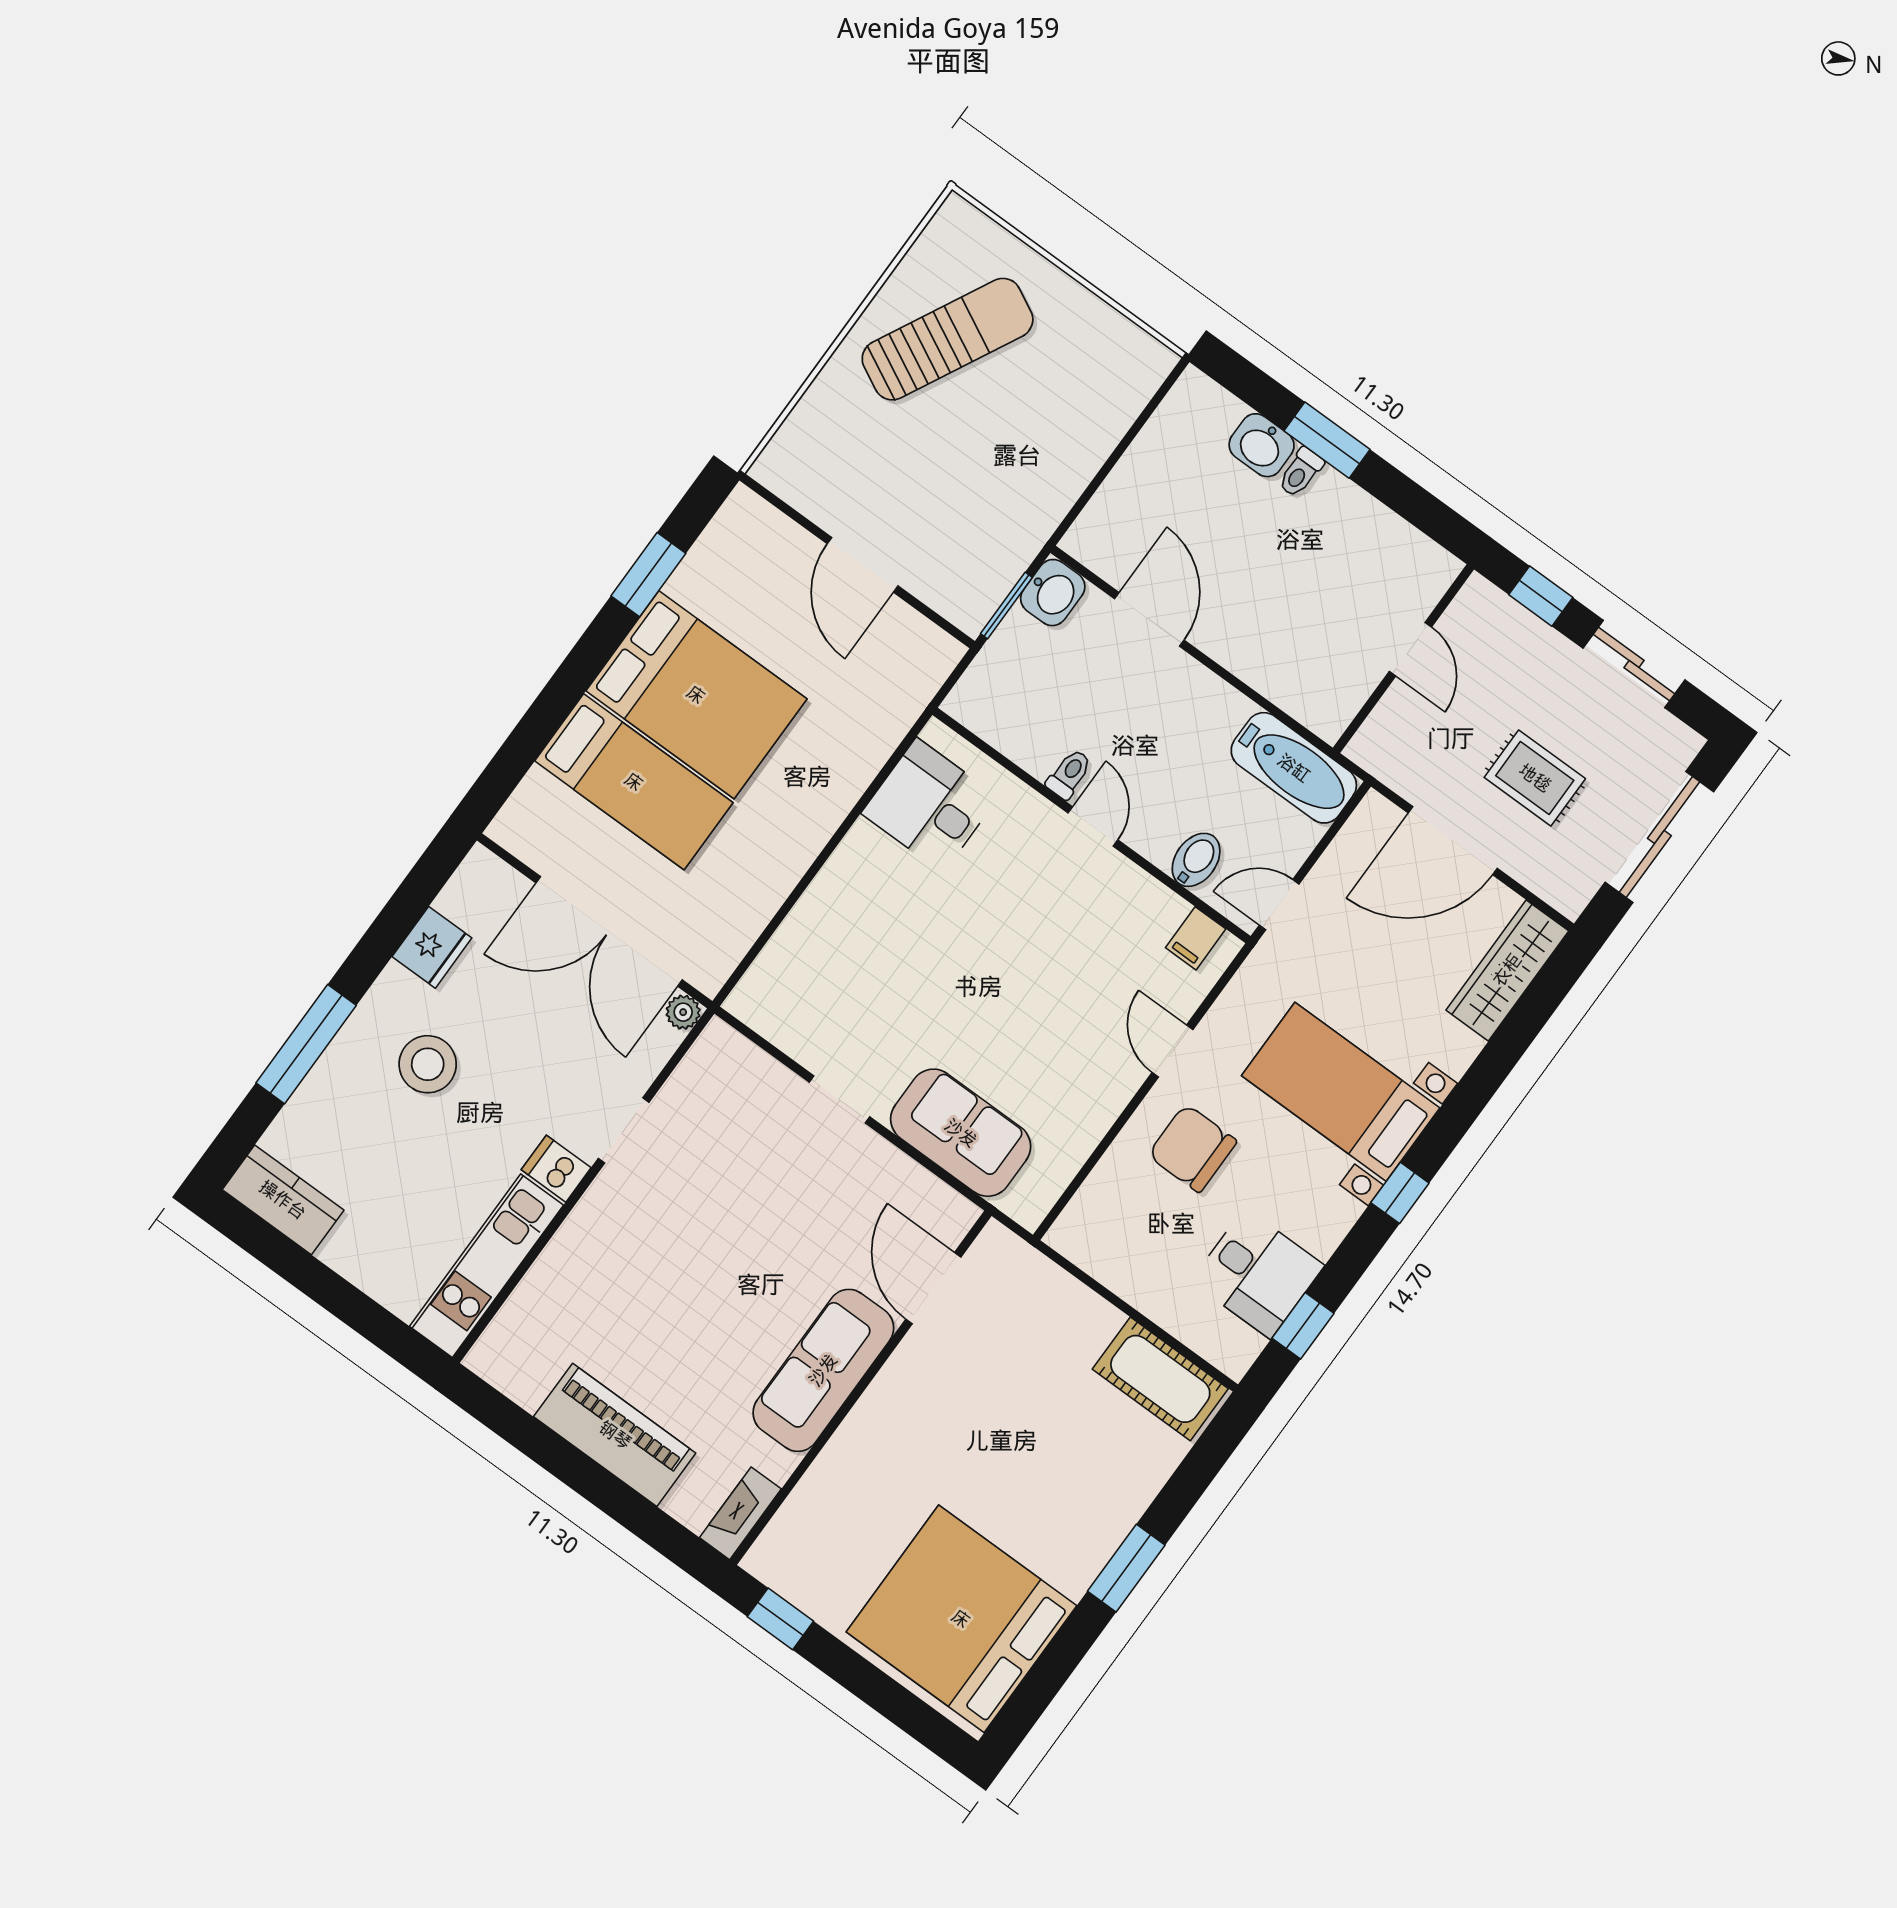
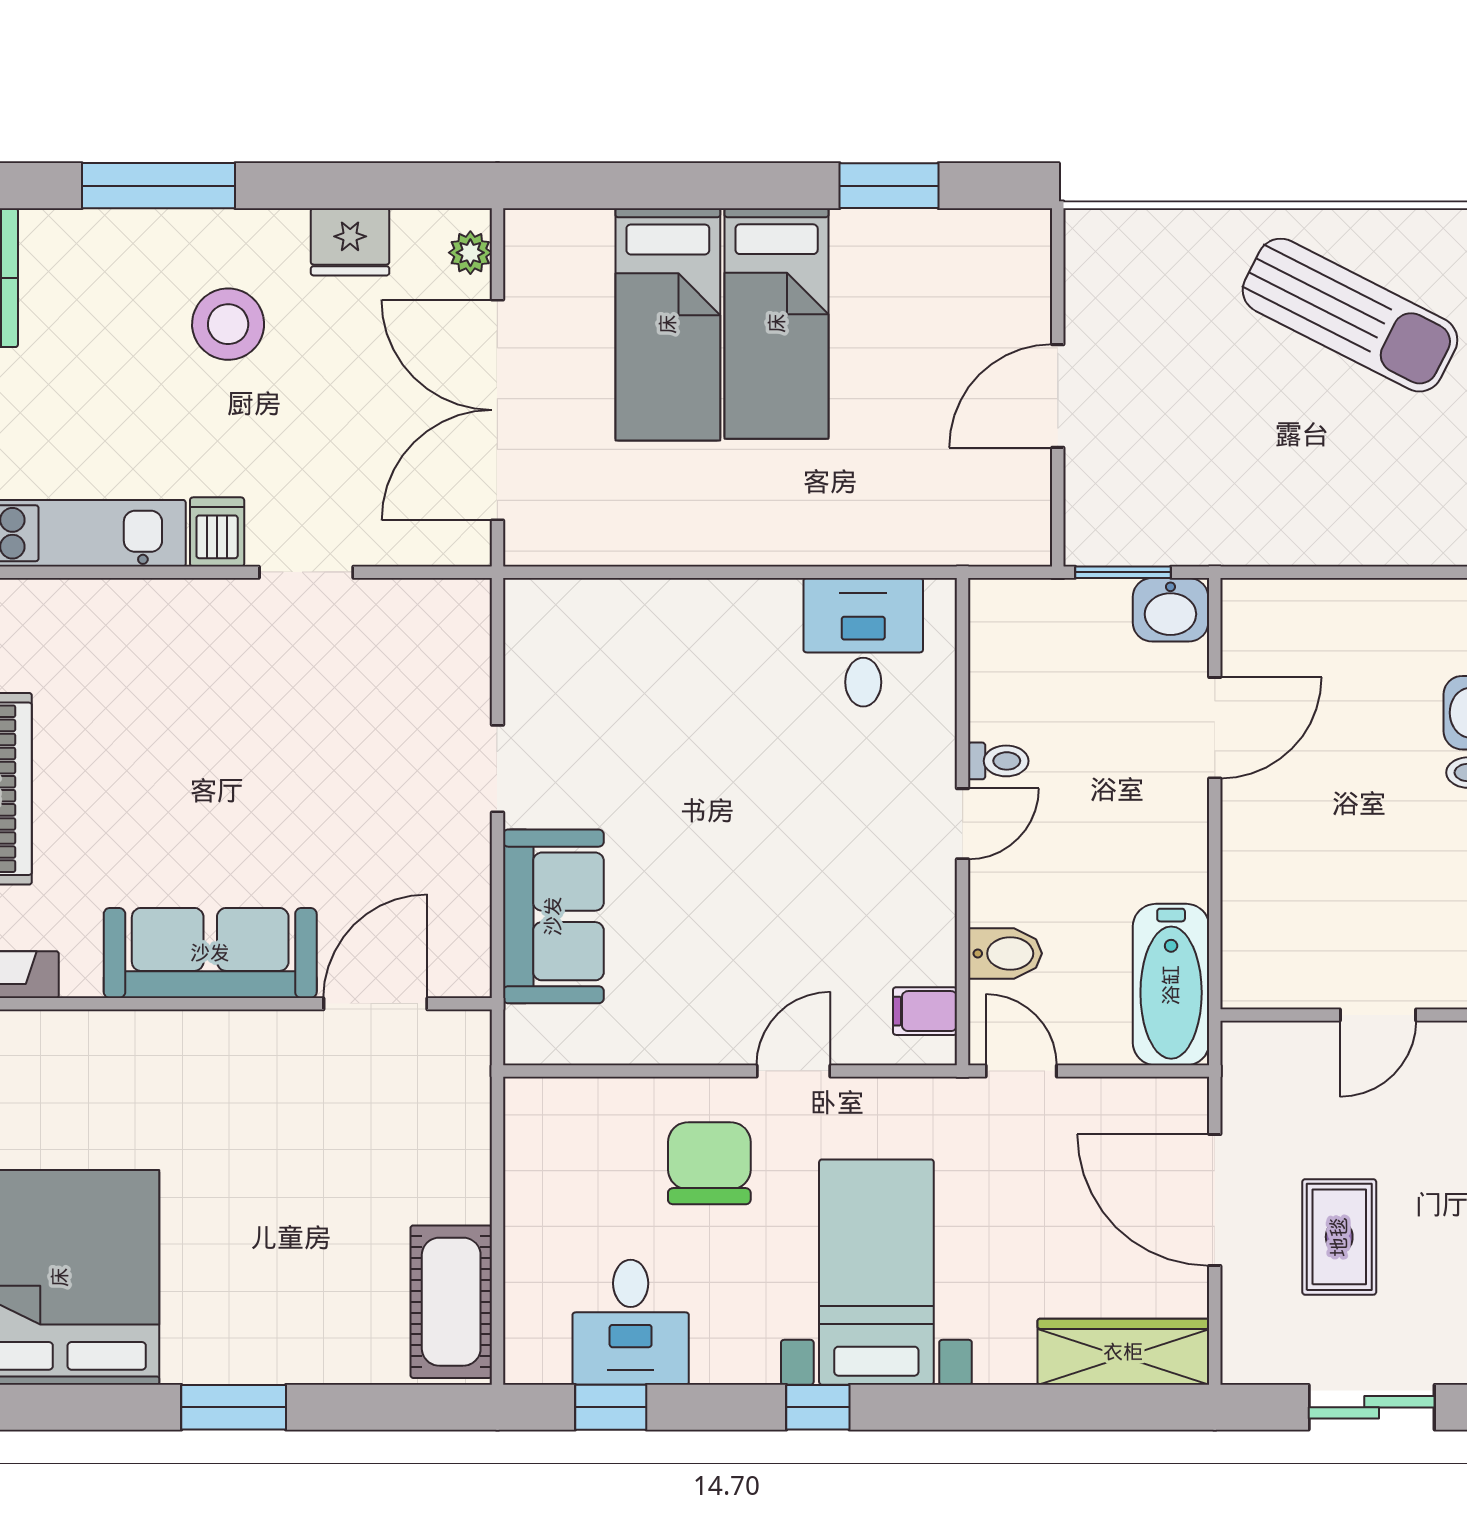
bed: (696, 695) -> (777, 323), width x0.67
sliding door: (1659, 837) -> (1372, 1407), width x0.73
plant: (683, 1012) -> (470, 253), moved

